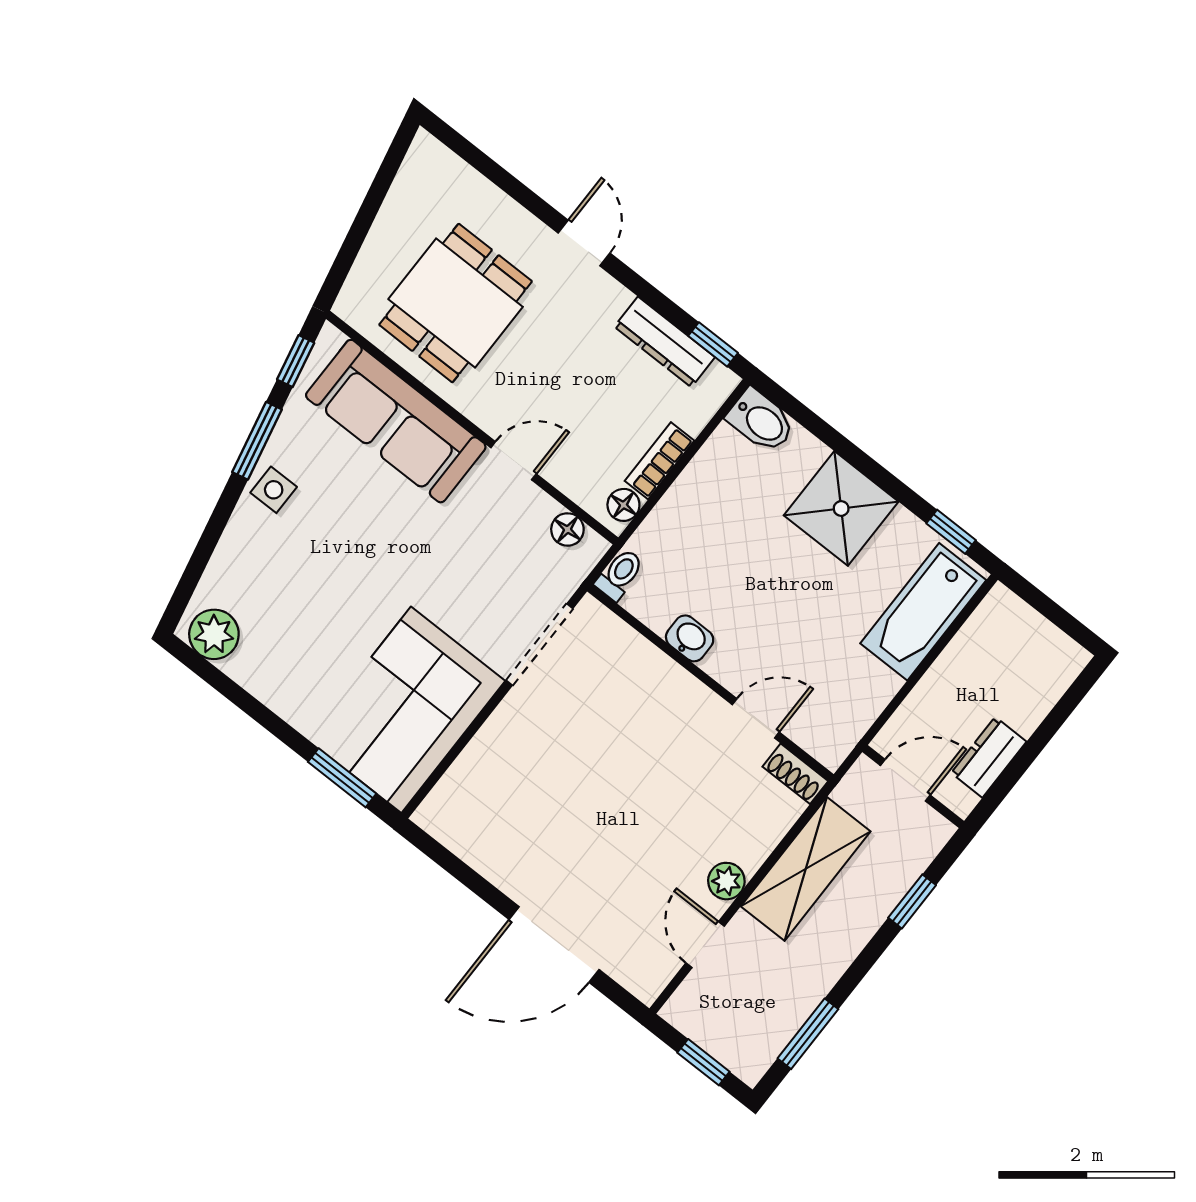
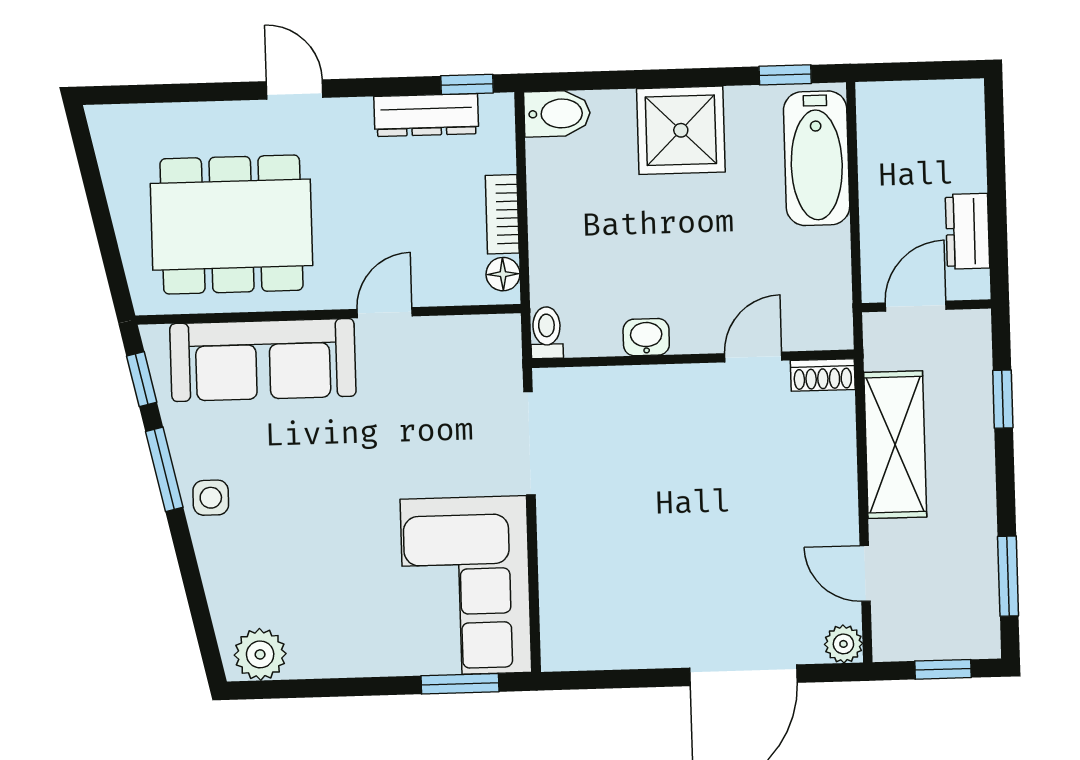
dining table: (456, 303) -> (232, 225), width x1.37
floor lamp: (567, 529) -> (474, 332), removed
plant: (726, 881) -> (843, 644), moved

